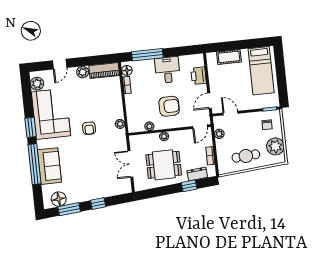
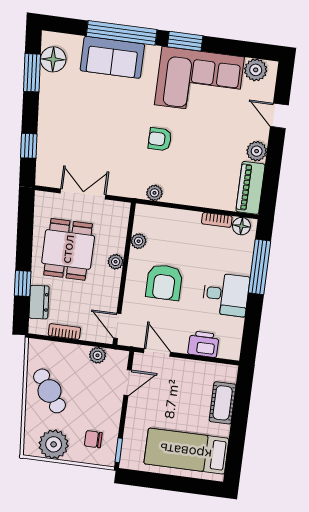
cafe table: (246, 156) -> (50, 391), turned -32
window: (98, 203) -> (29, 146), moved

